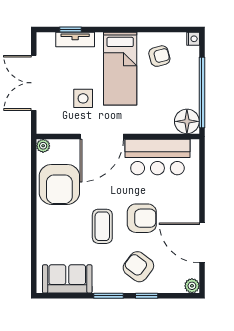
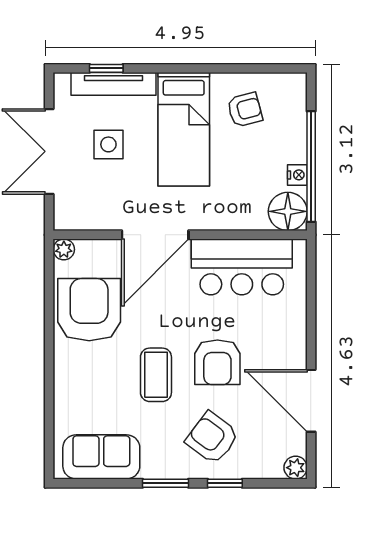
nightstand: (193, 39) -> (297, 175), moved
tv unit: (75, 40) -> (114, 84), width x1.41
side table: (83, 98) -> (108, 144), moved
armchair: (59, 184) -> (89, 310), turned 180
armchair: (142, 218) -> (217, 362), turned 90

